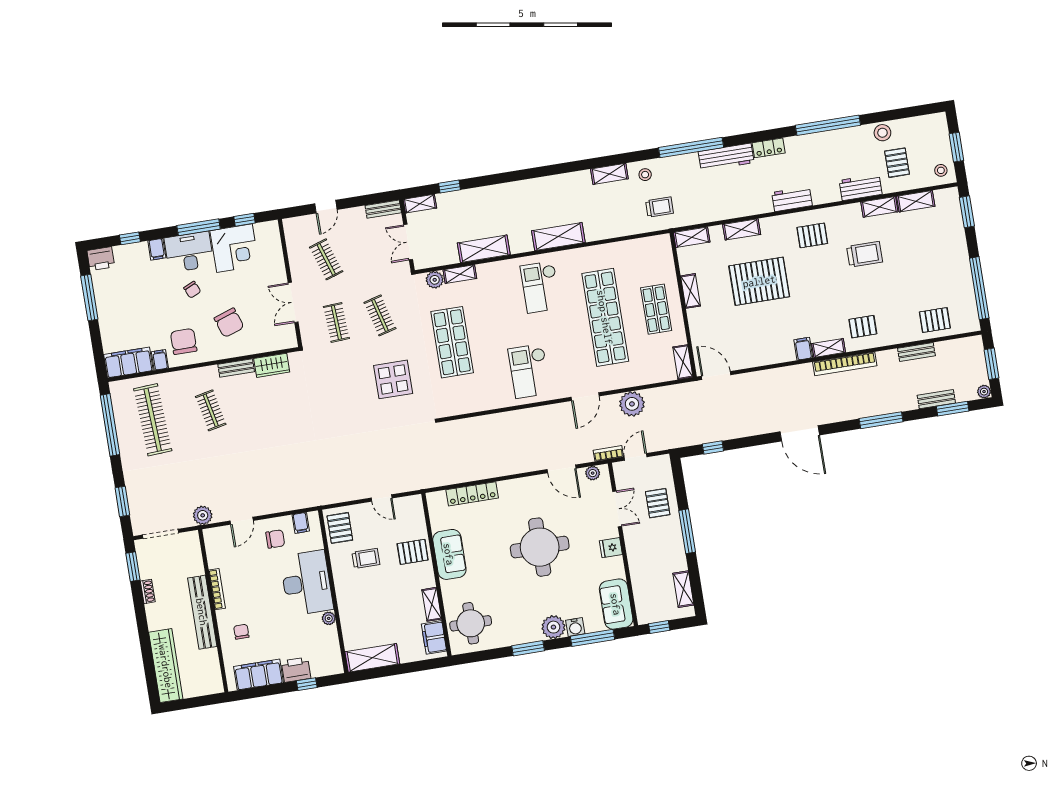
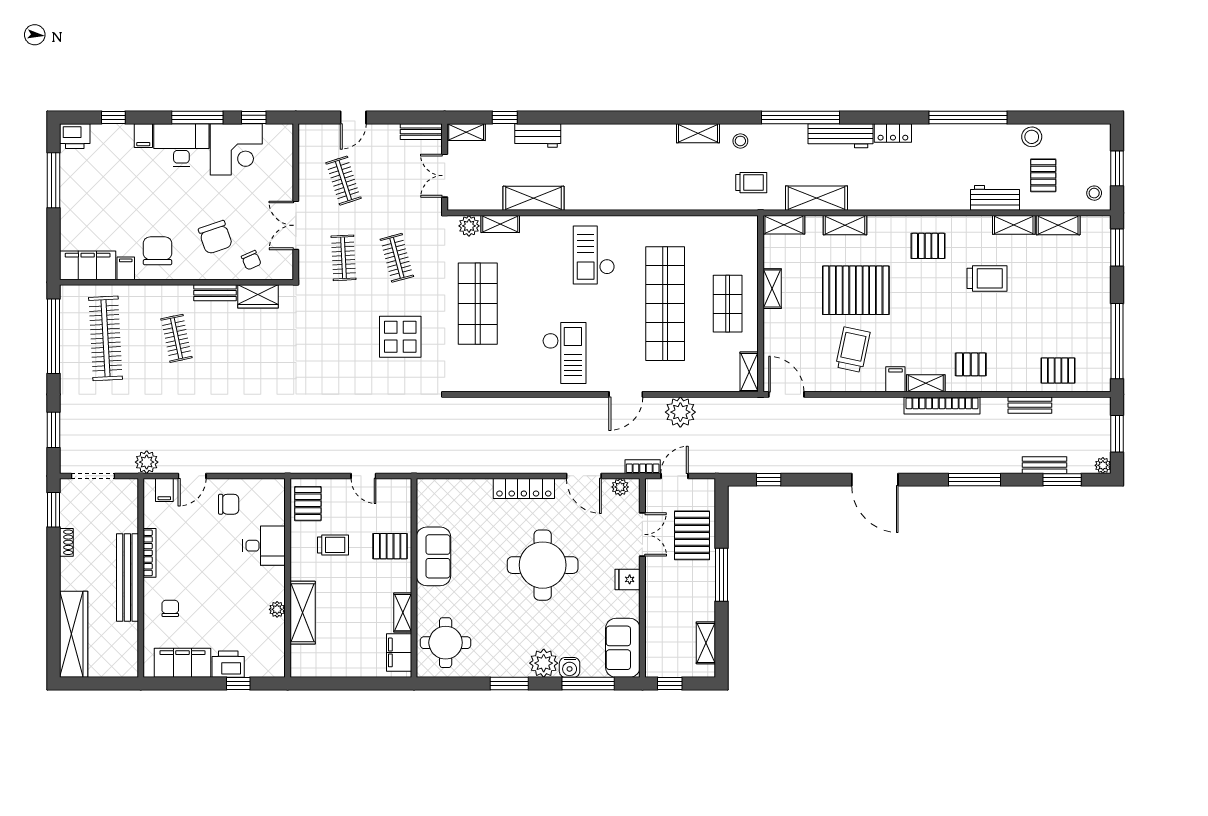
workbench: (792, 199) -> (538, 135), moved, turned 180
shelving: (558, 237) -> (816, 198), moved
chair: (192, 290) -> (251, 260), moved
trolley: (764, 330) -> (853, 350), added
checkout: (529, 371) -> (564, 353), turned 180
locker: (472, 494) -> (524, 488), moved
pallet: (658, 503) -> (692, 535), width x1.50, depth x1.42
filing cabinet: (301, 523) -> (164, 490), moved
desk: (307, 583) -> (264, 546), width x0.53, depth x0.77
shelving: (372, 658) -> (303, 613), moved, turned 90

